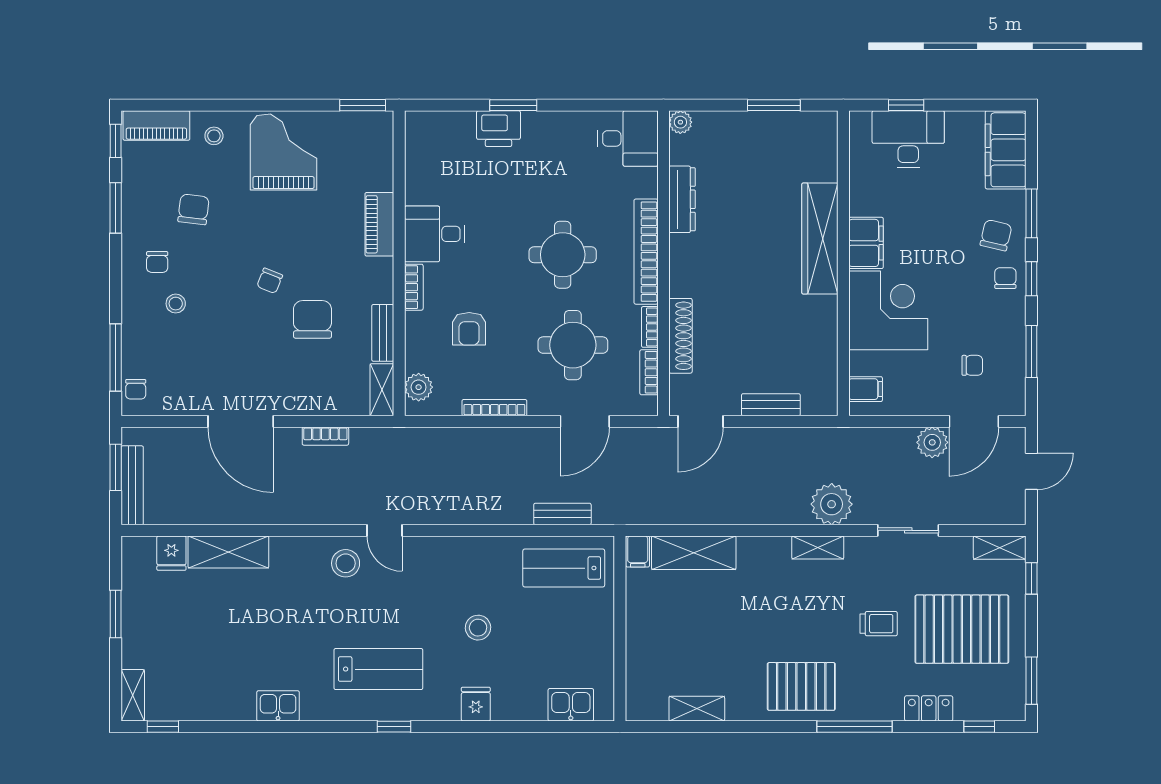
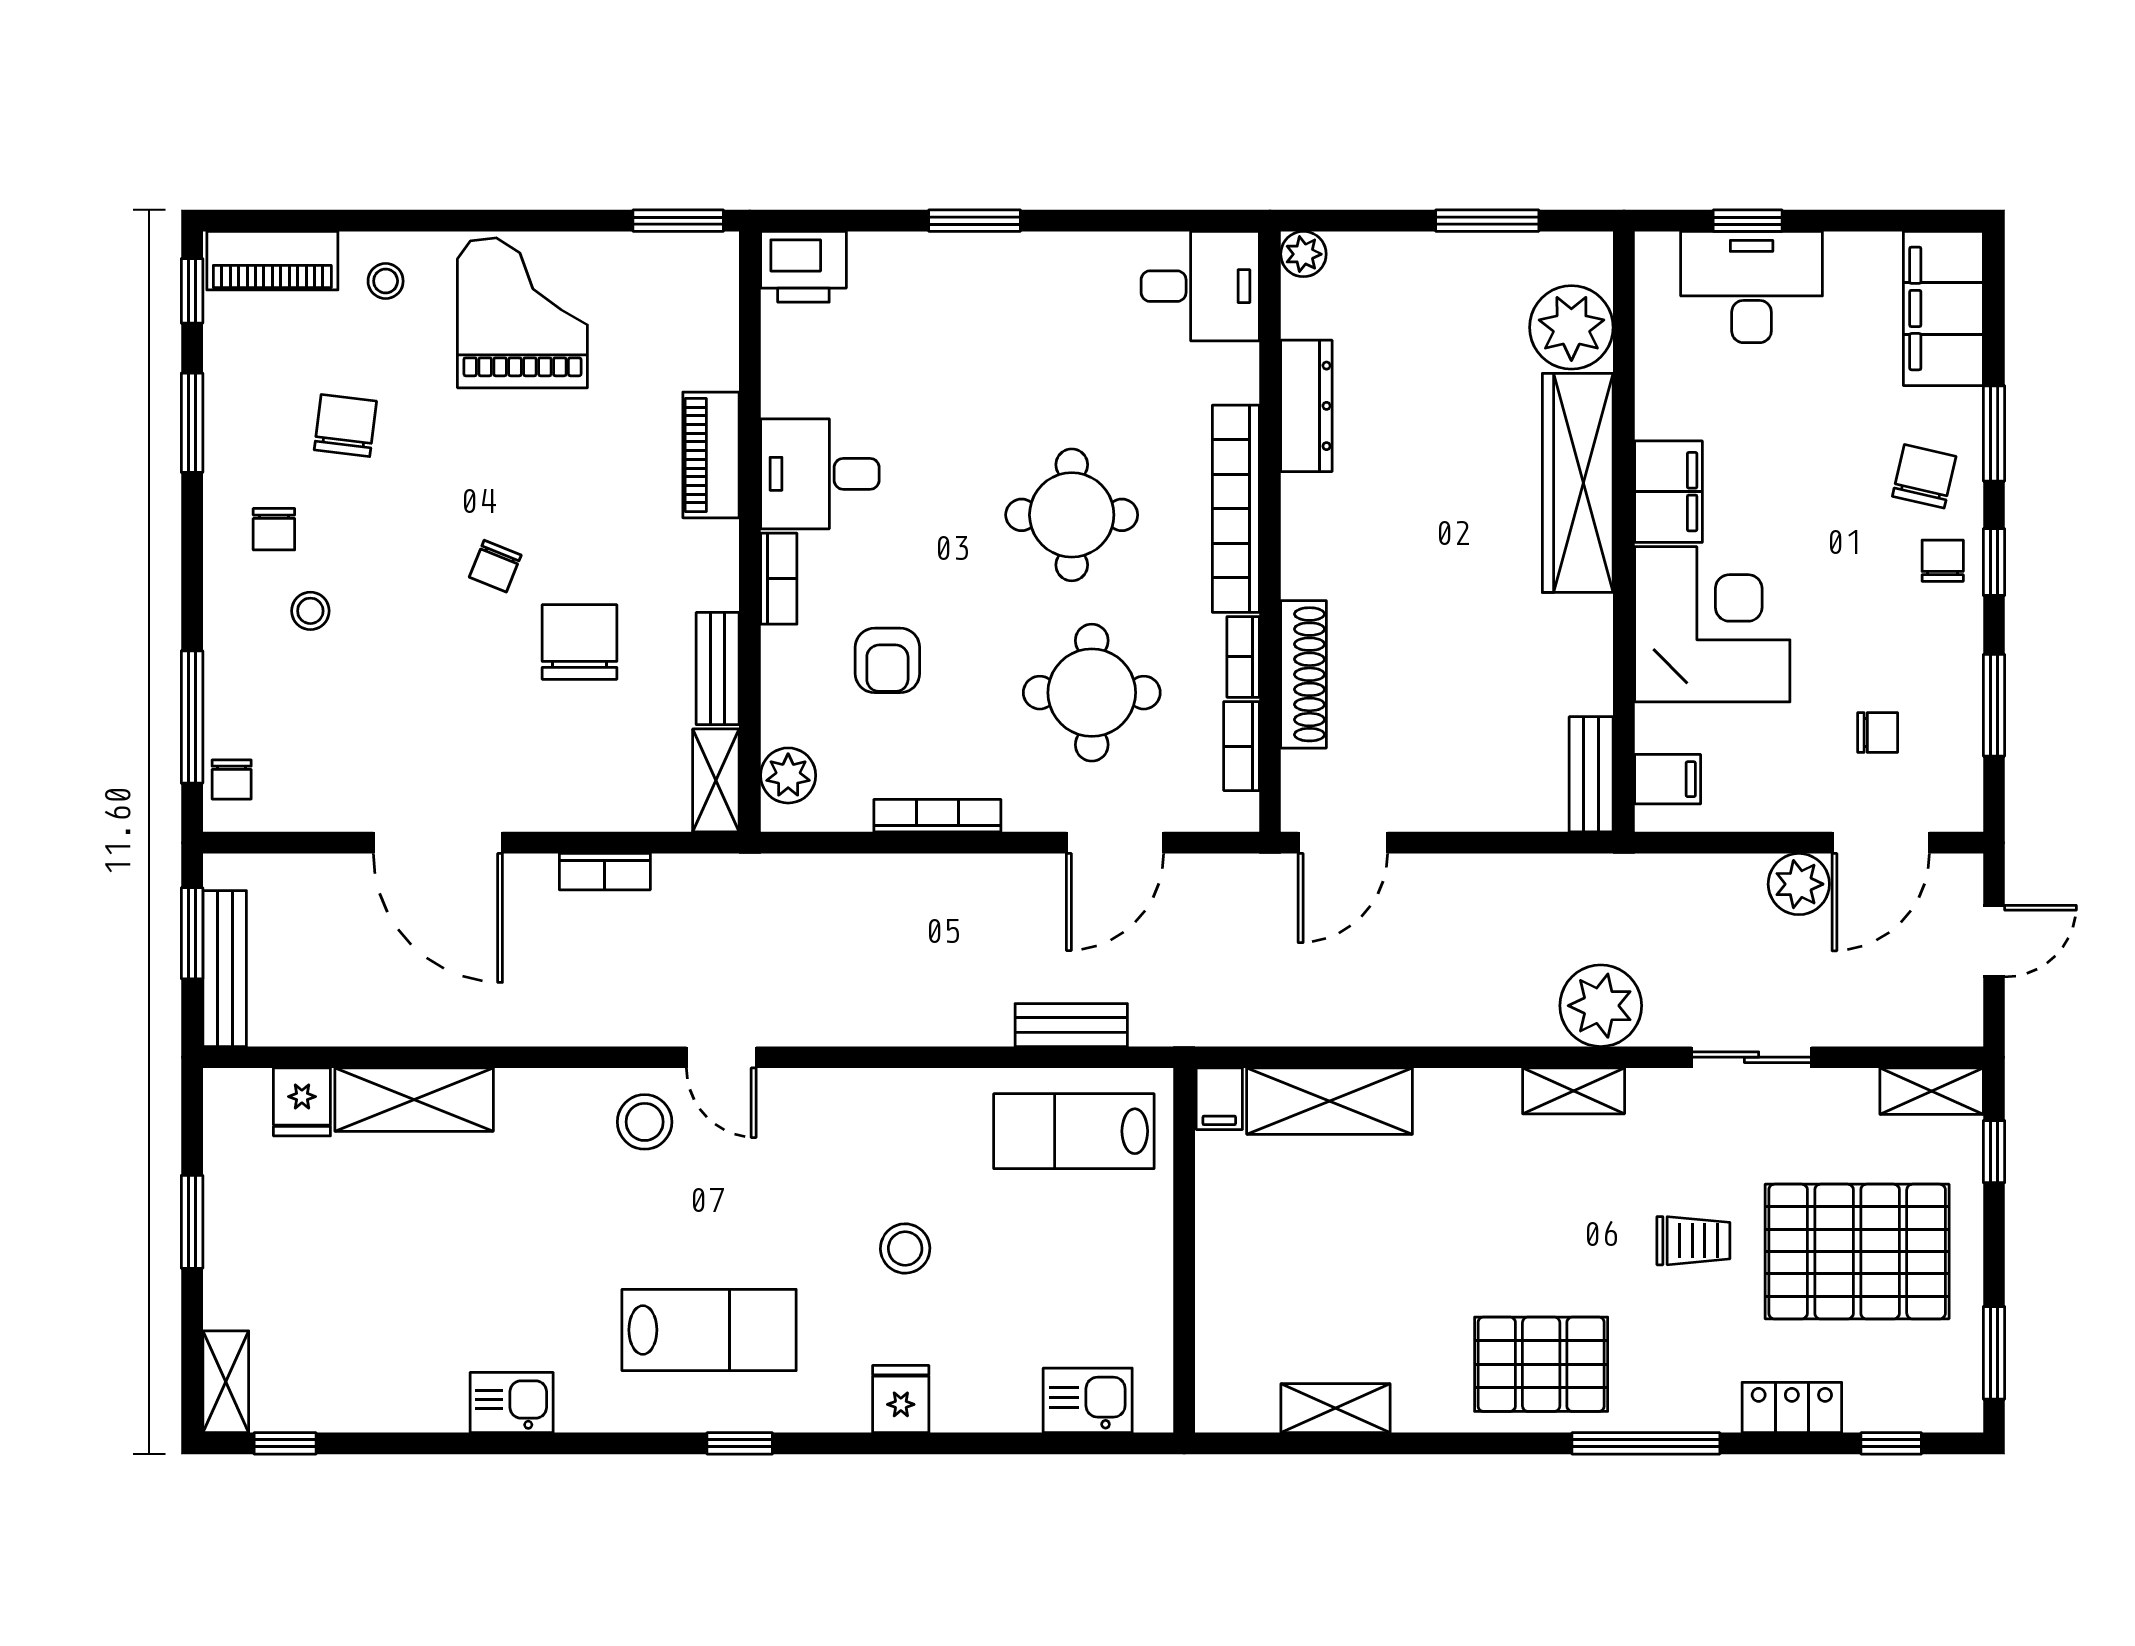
printer: (498, 129) -> (803, 267), moved
plant: (817, 159) -> (1571, 327), added
bench: (771, 405) -> (1591, 774), moved, turned 90

